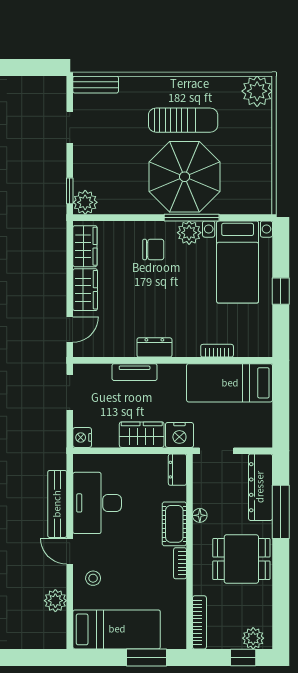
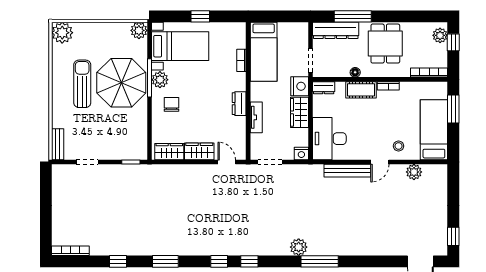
plant: (85, 202) -> (139, 30), moved
desk: (97, 503) -> (329, 139), moved, turned 90

